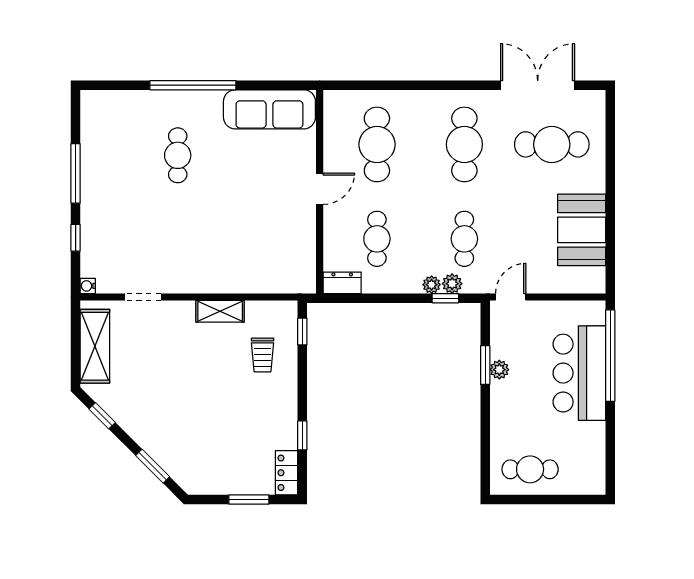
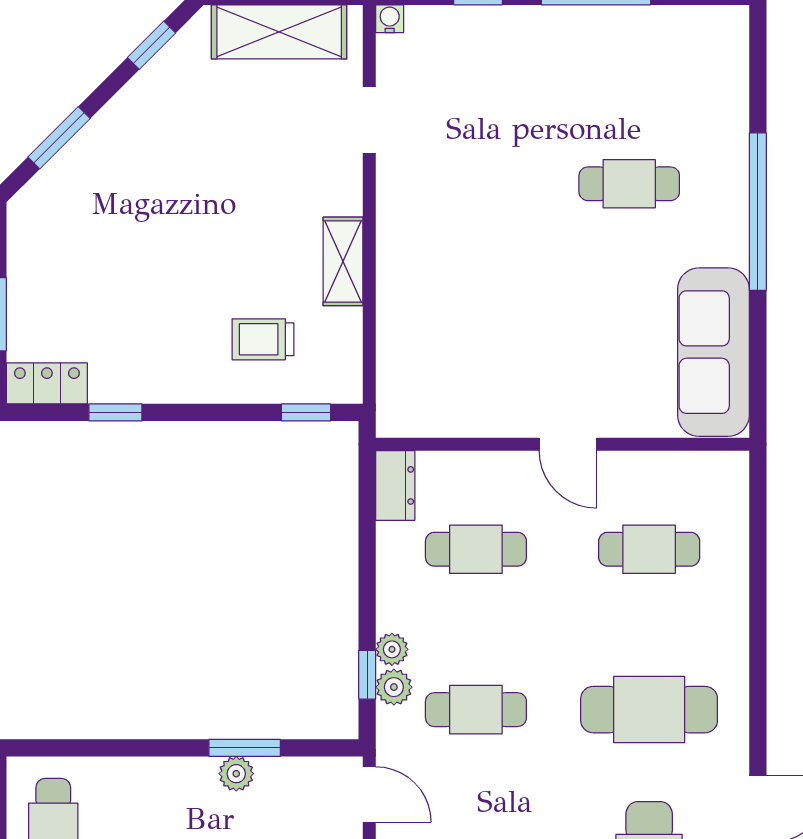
cafe table: (377, 144) -> (649, 549), width x0.73, depth x0.74

